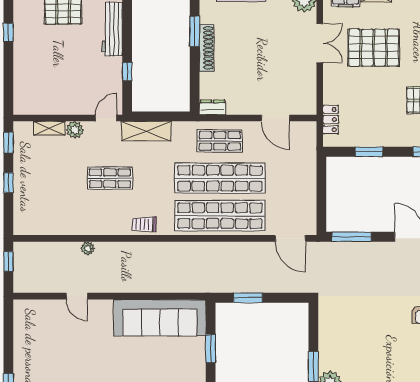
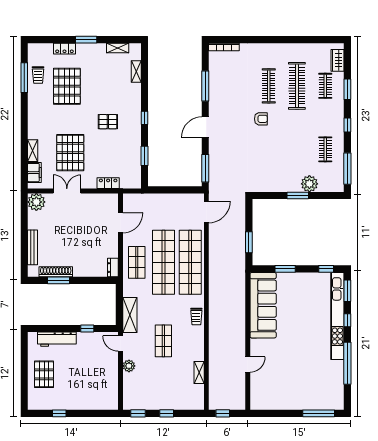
shoe rack: (207, 48) -> (56, 272), moved
locker: (331, 120) -> (108, 183), moved
shelving: (49, 128) -> (199, 373), moved
plant: (88, 248) -> (214, 357), removed

